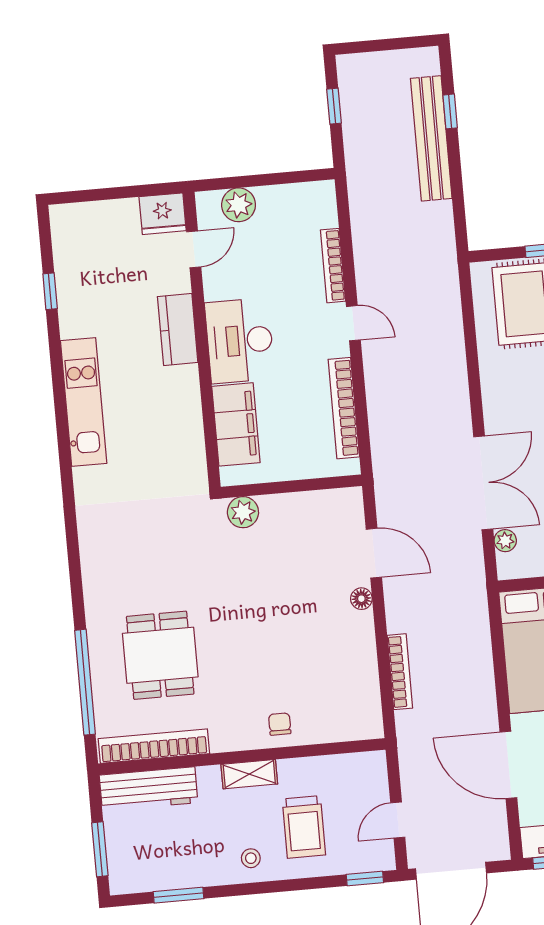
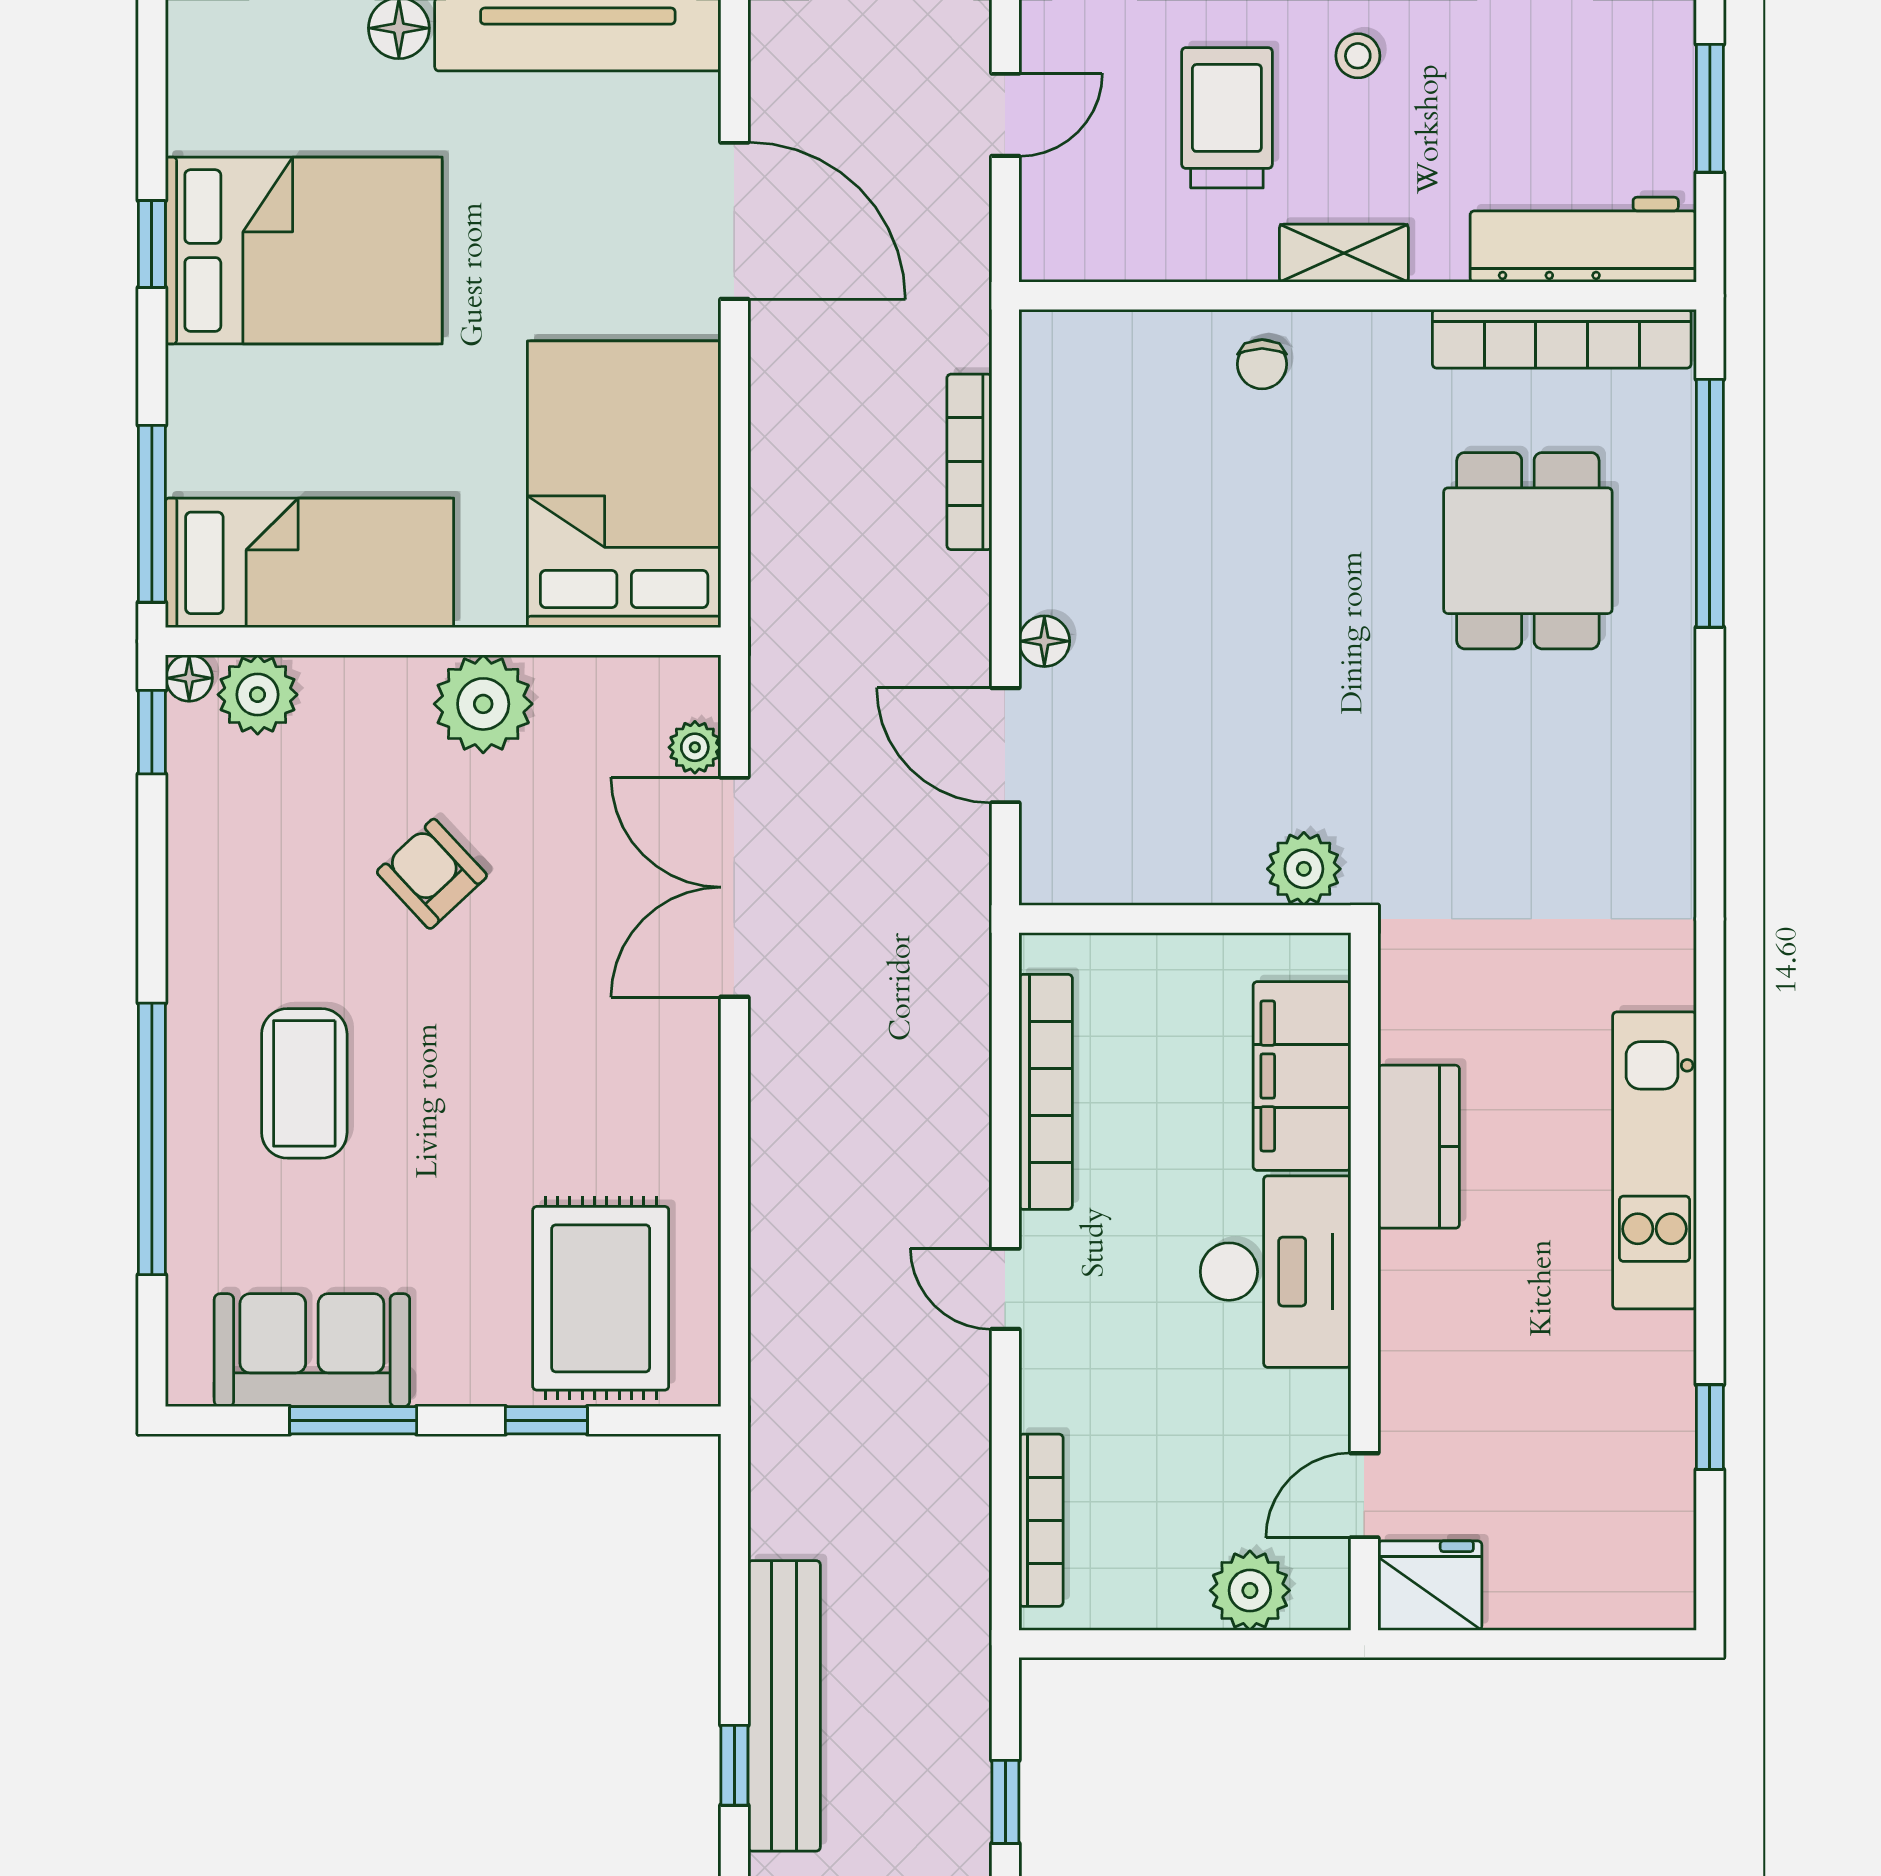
bookcase: (333, 266) -> (1041, 1520), moved
kitchen counter: (178, 329) -> (1419, 1147), moved

